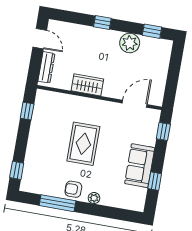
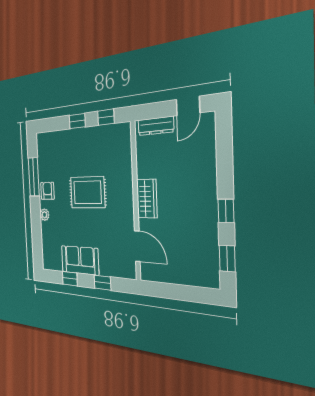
window: (102, 23) -> (226, 211), moved
plant: (130, 43) -> (206, 230), removed
wardrobe: (87, 85) -> (147, 199), moved
window: (163, 131) -> (102, 283), moved
window: (17, 170) -> (77, 121), moved

